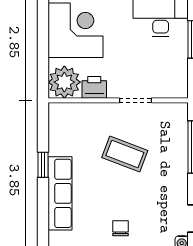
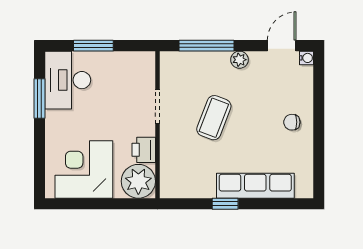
plant: (180, 178) -> (240, 60), added

